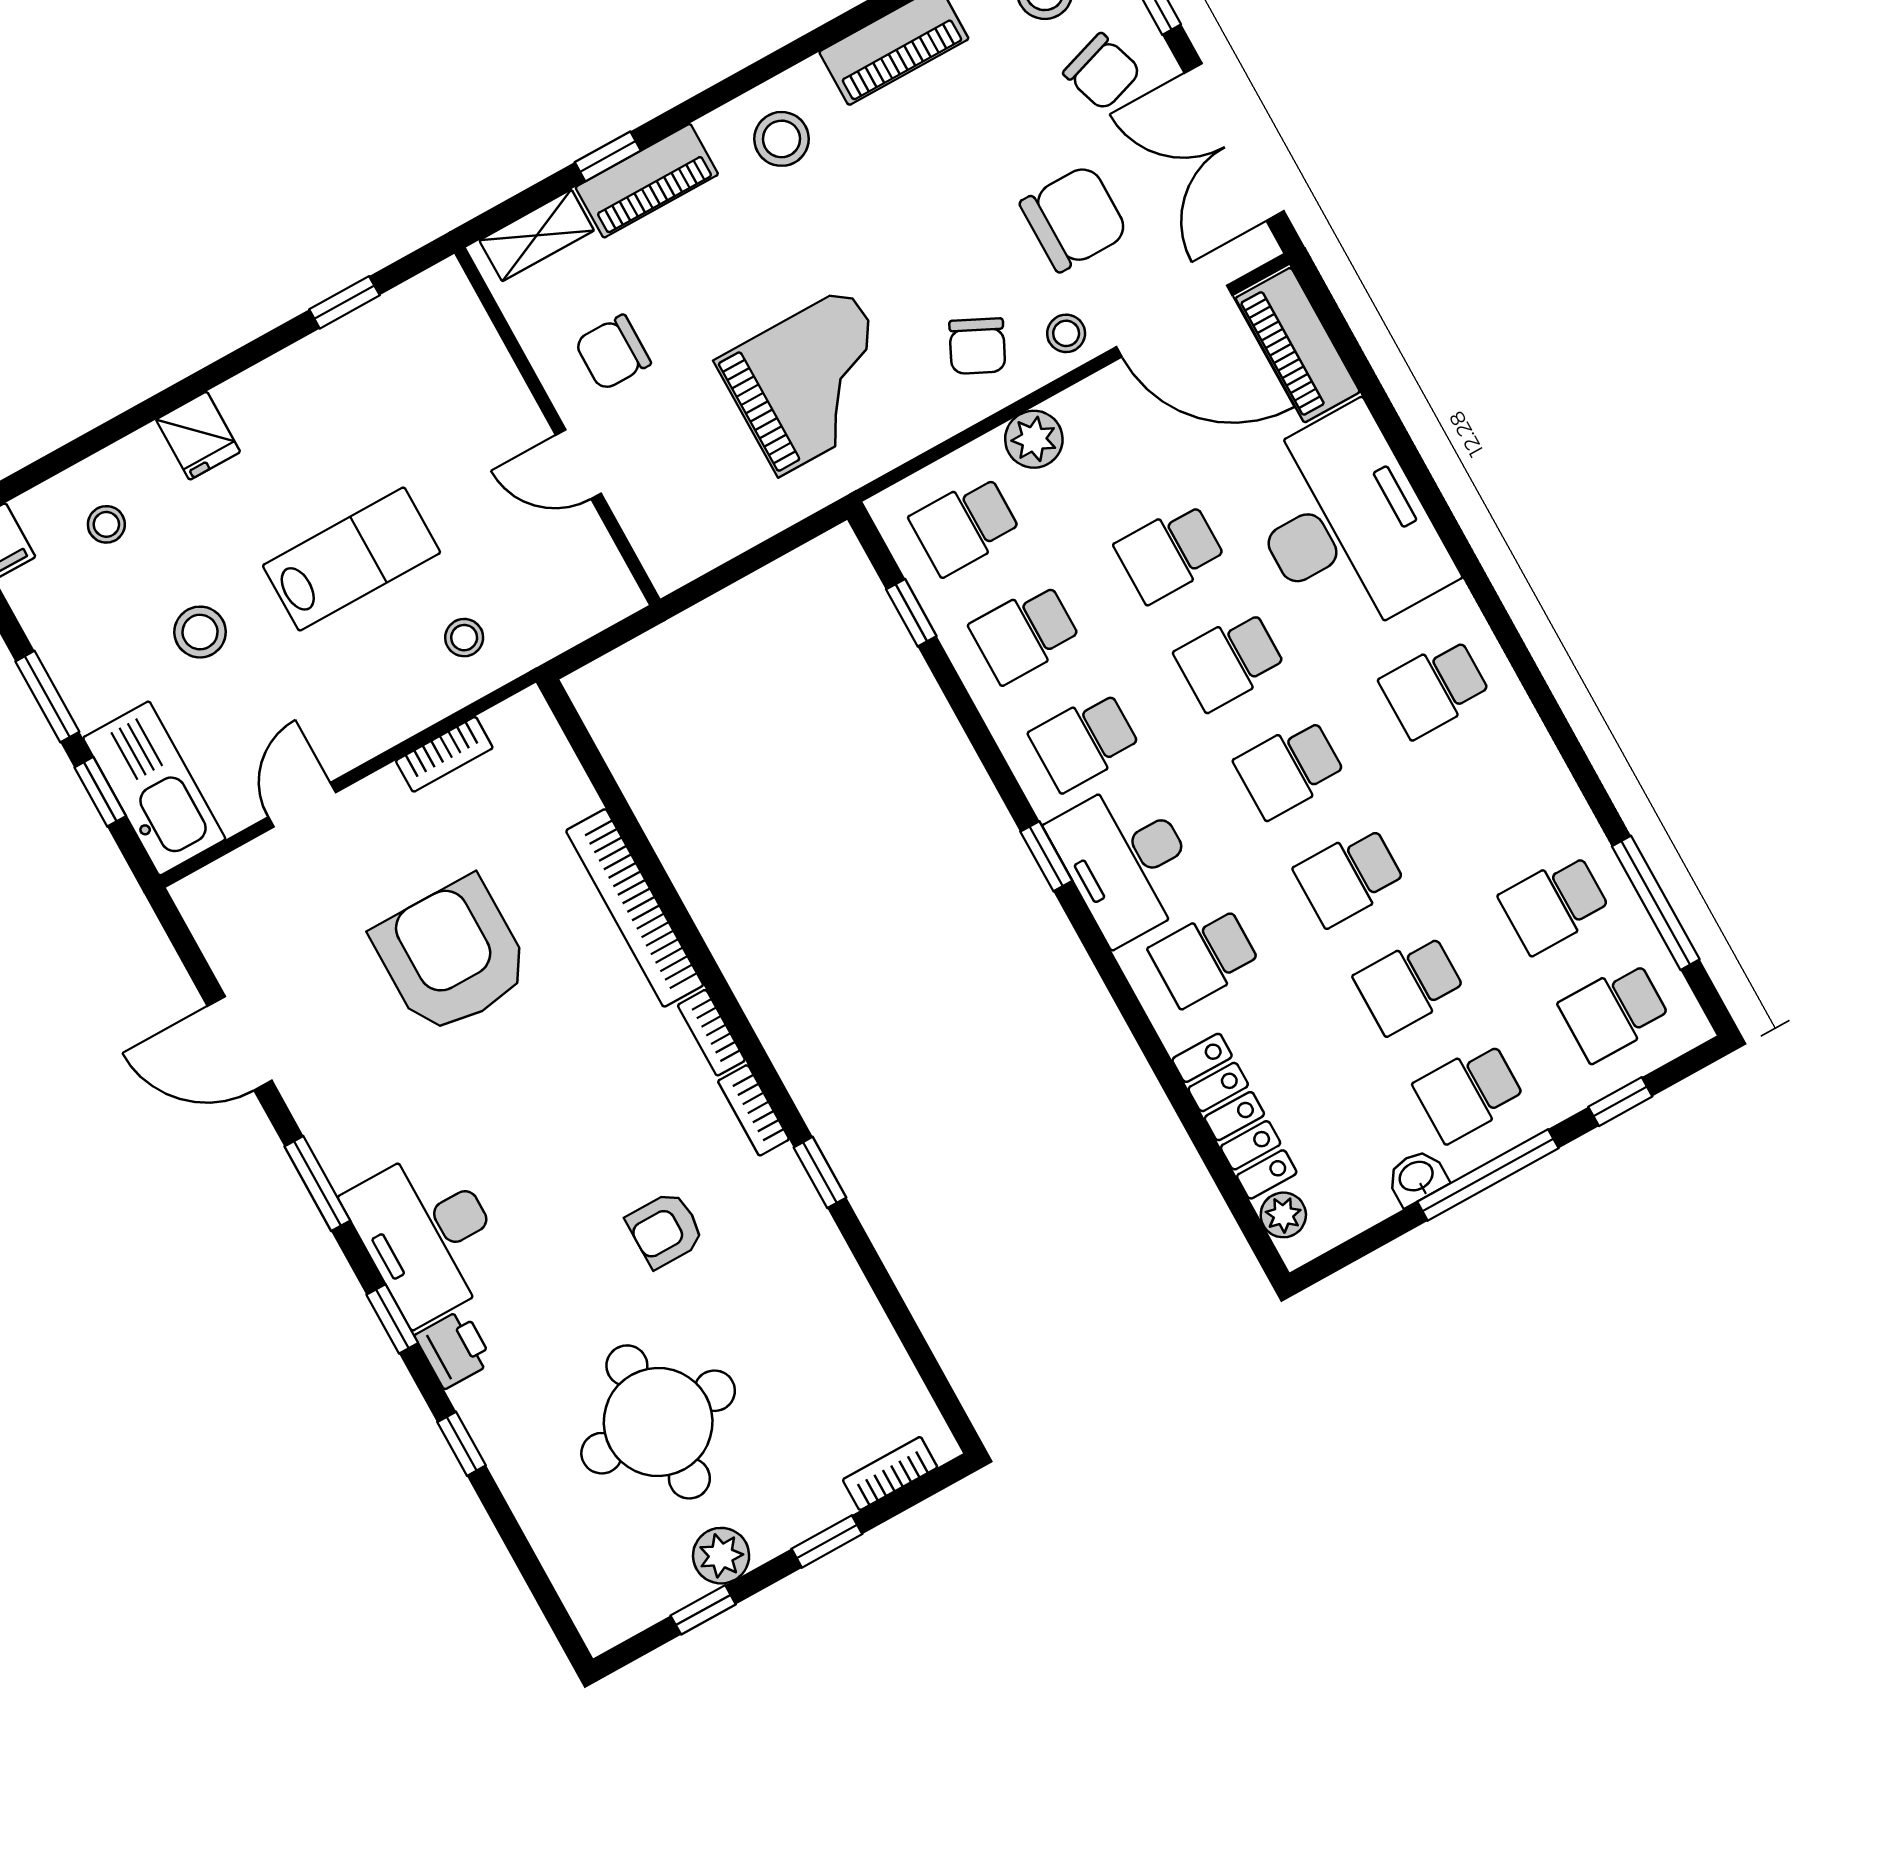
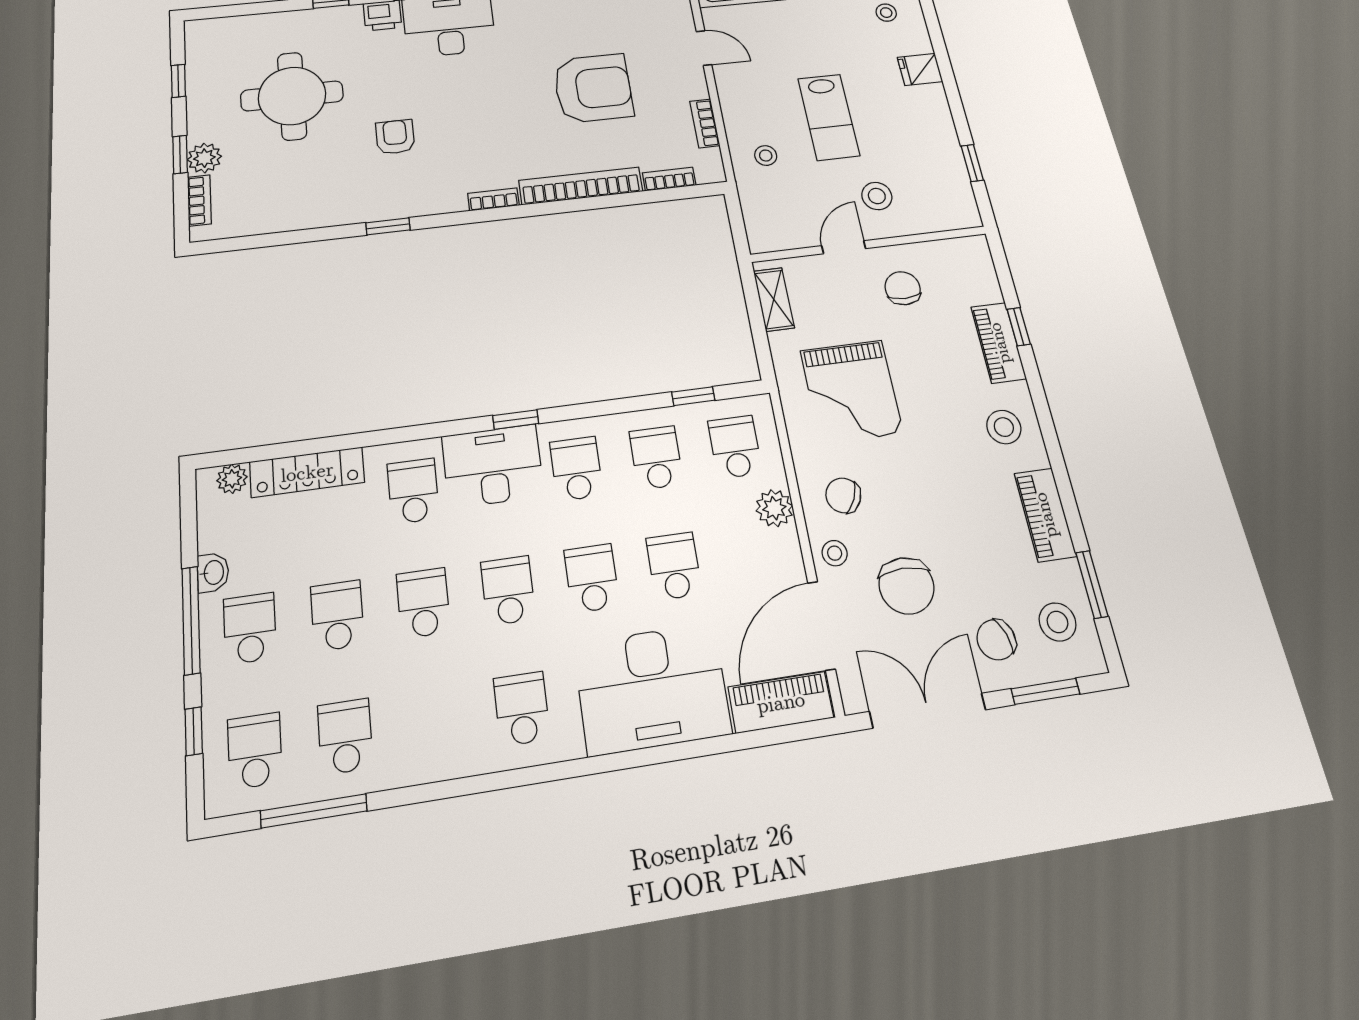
shelving: (537, 235) -> (774, 299), moved
stool: (200, 632) -> (877, 196), moved
bookcase: (753, 1110) -> (669, 179), moved
plant: (721, 1556) -> (204, 158), moved

